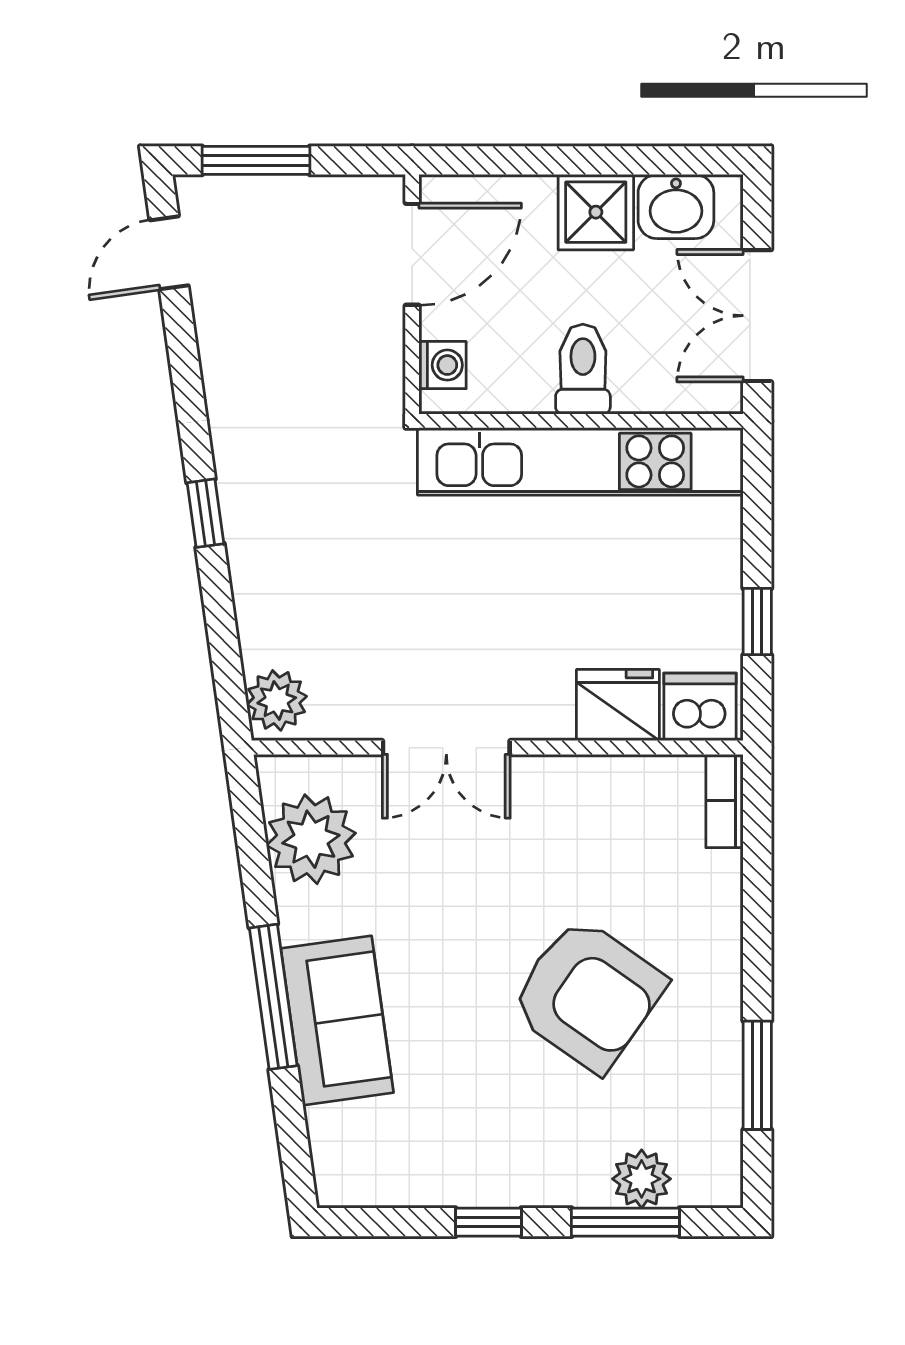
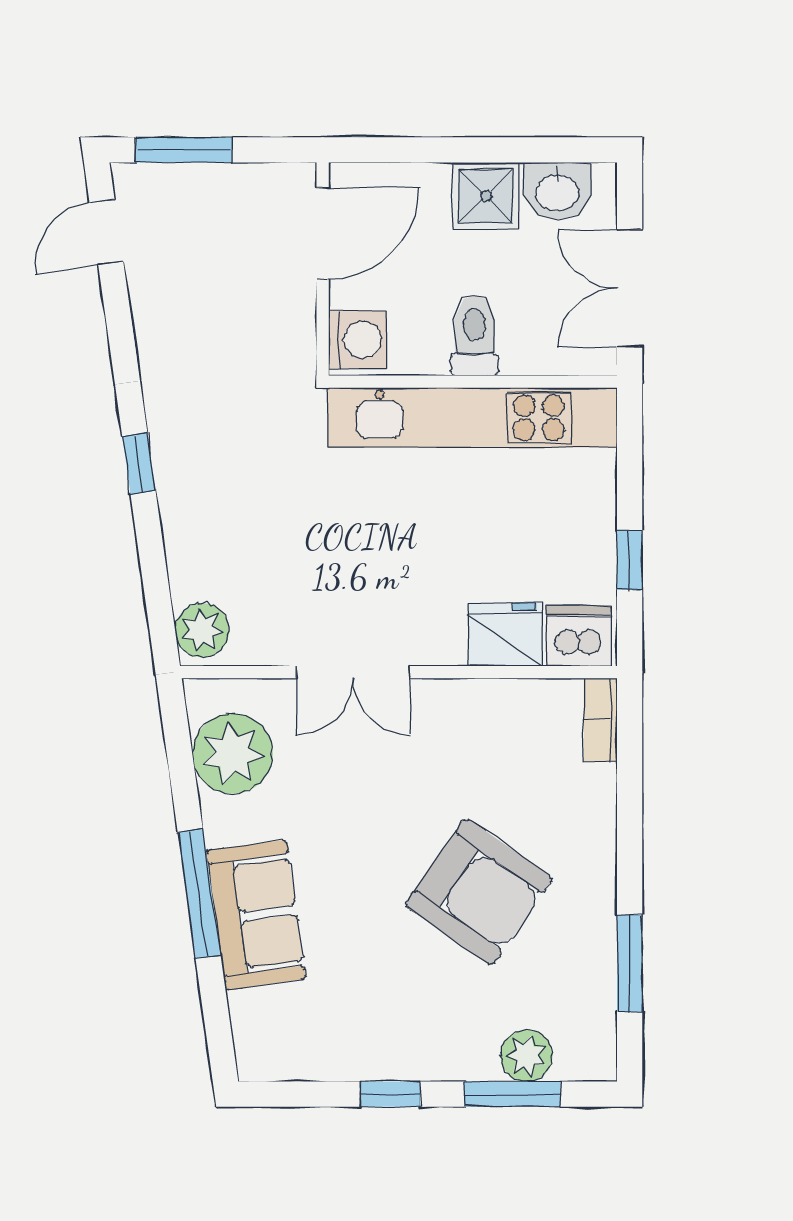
washing machine: (443, 365) -> (358, 340), width x1.38, depth x1.38

